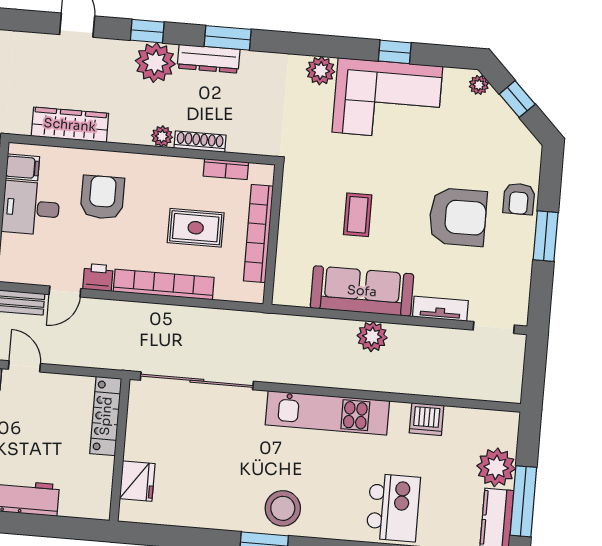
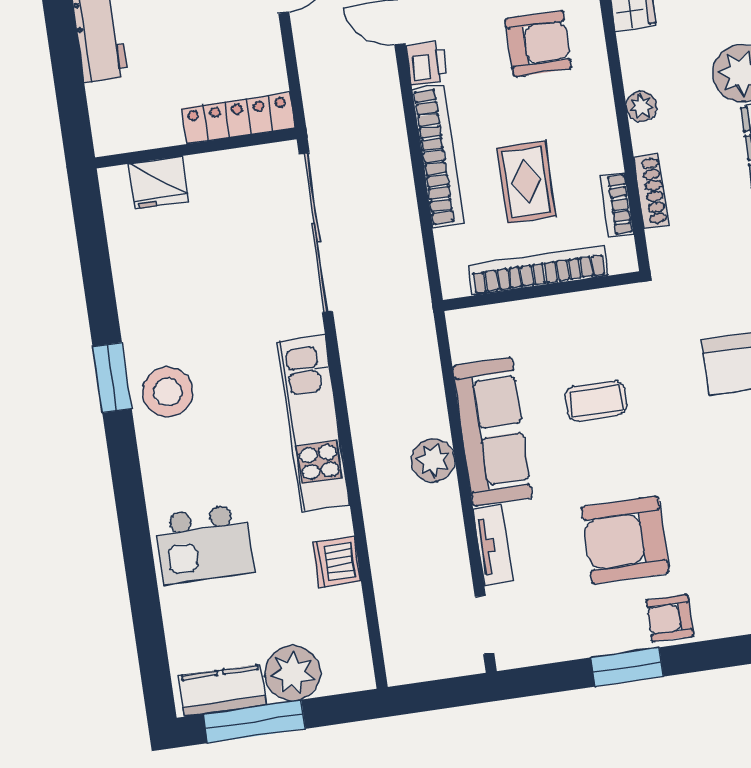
shoe rack: (200, 142) -> (651, 191), moved
armchair: (458, 217) -> (625, 540), turned 90

